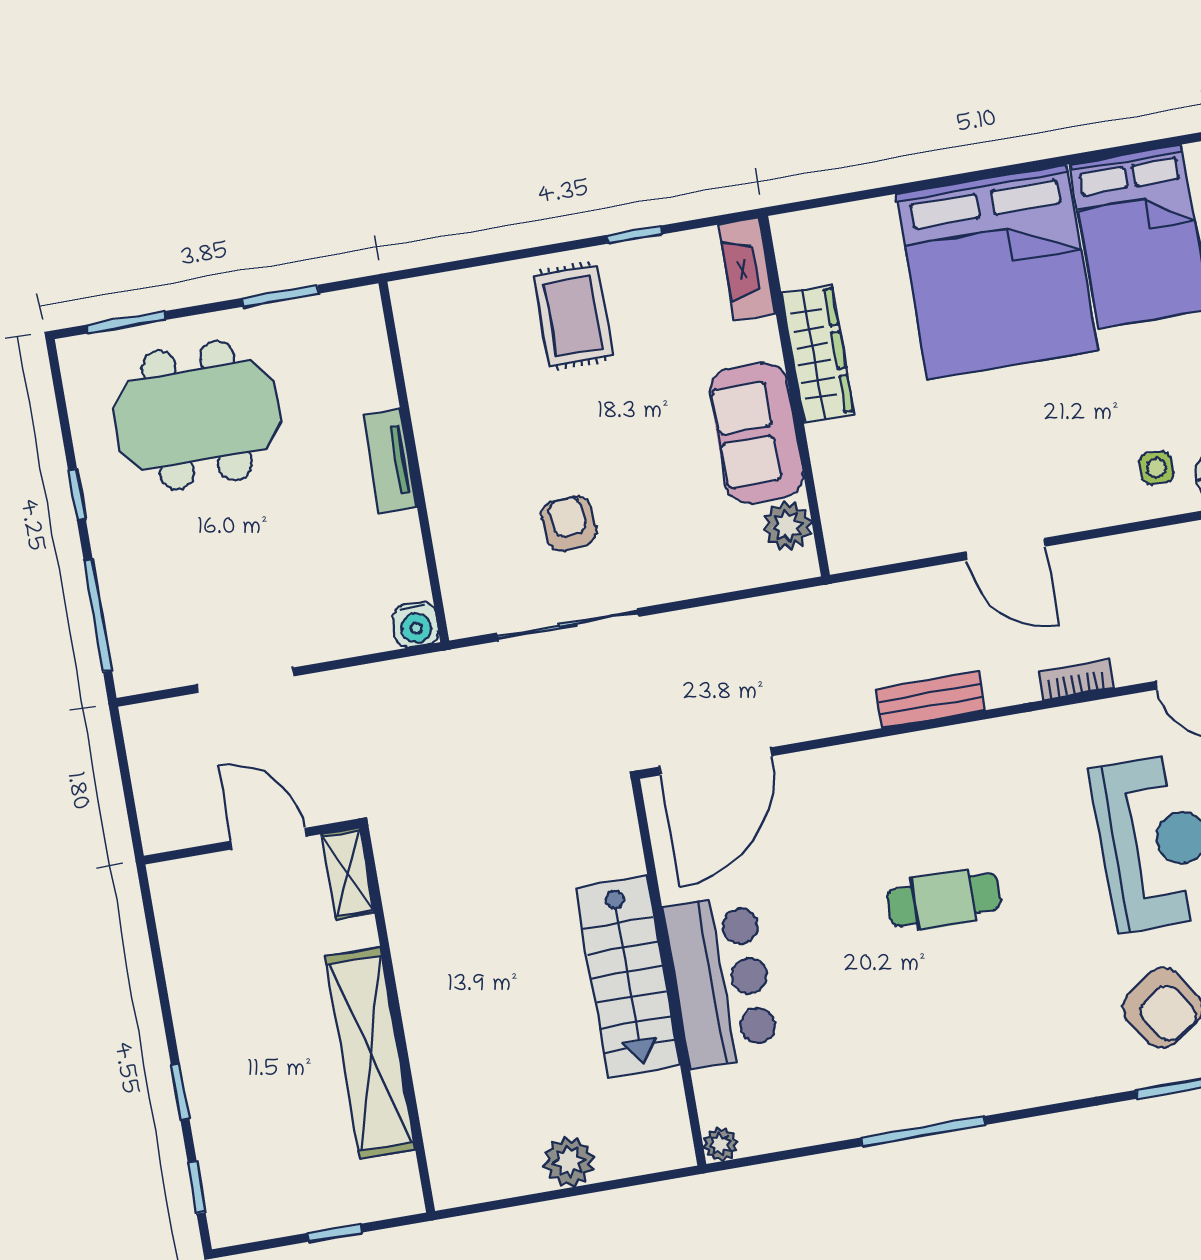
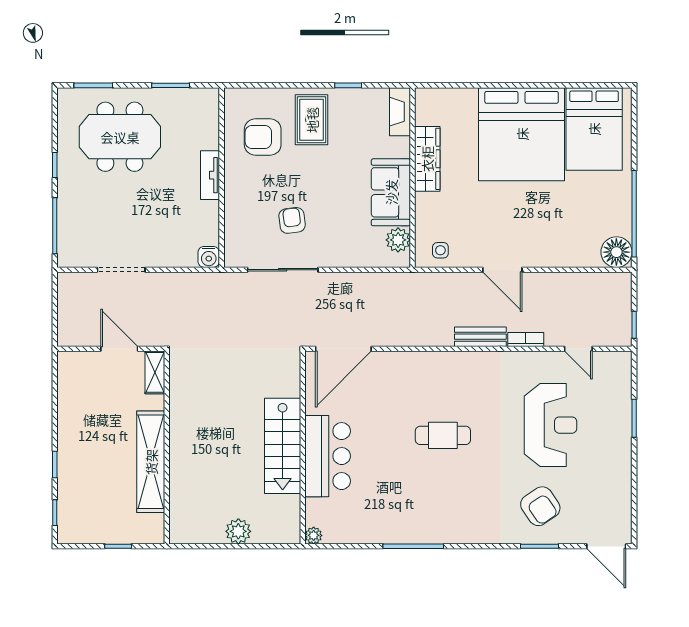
armchair: (482, 367) -> (263, 137), added
side table: (1156, 468) -> (440, 250), moved
bench: (930, 700) -> (480, 337), moved

